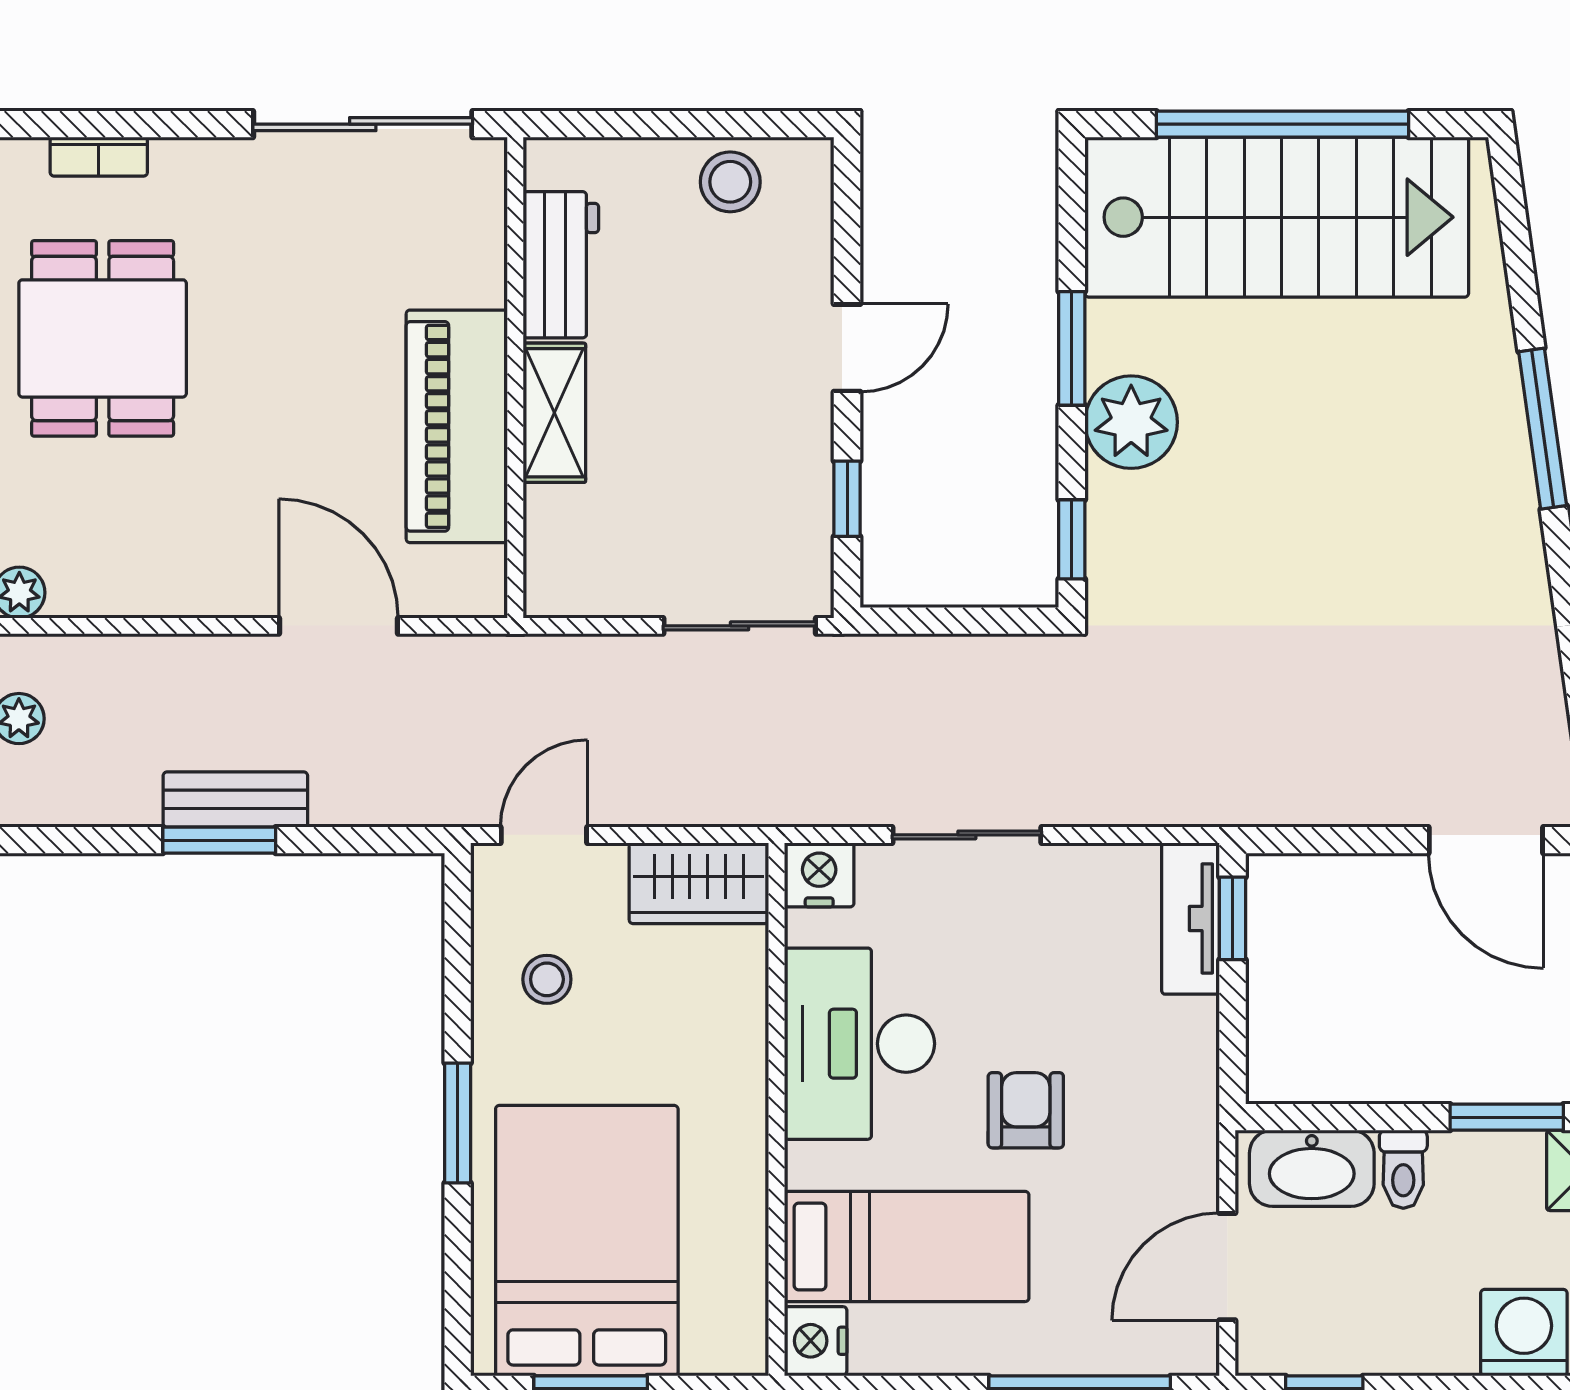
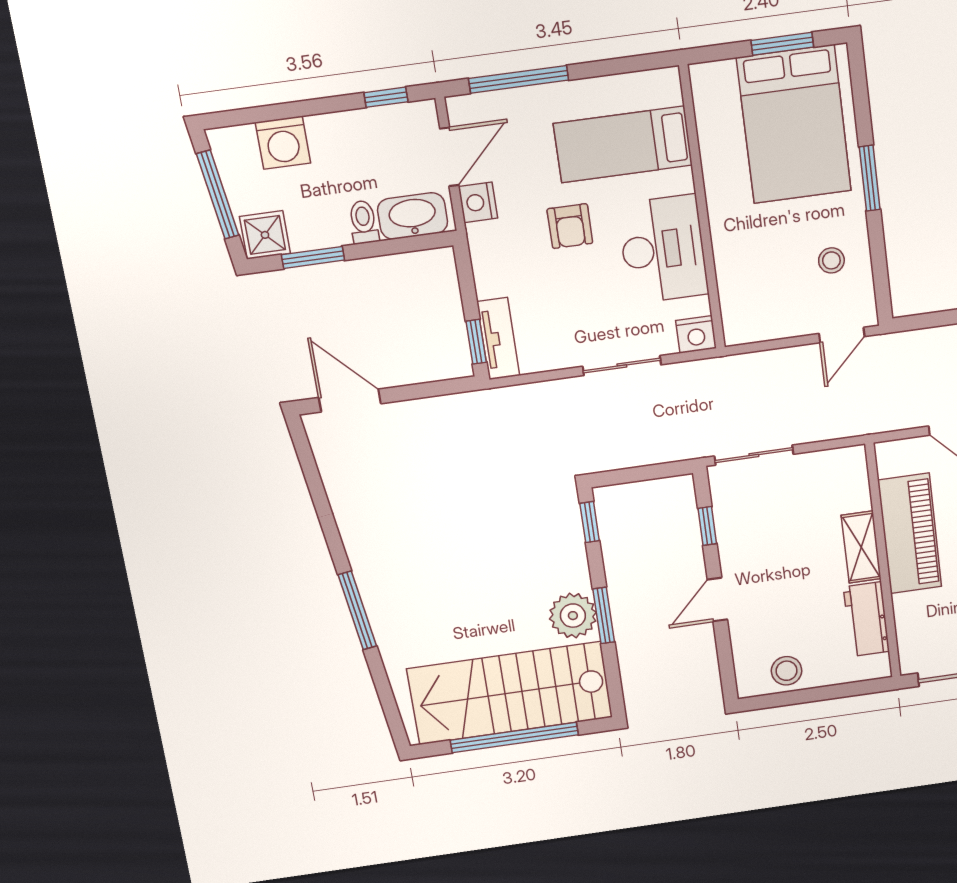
plant: (1131, 422) -> (573, 616), moved
wardrobe: (699, 883) -> (758, 321), removed
nightstand: (816, 1341) -> (478, 202), moved, turned 180

